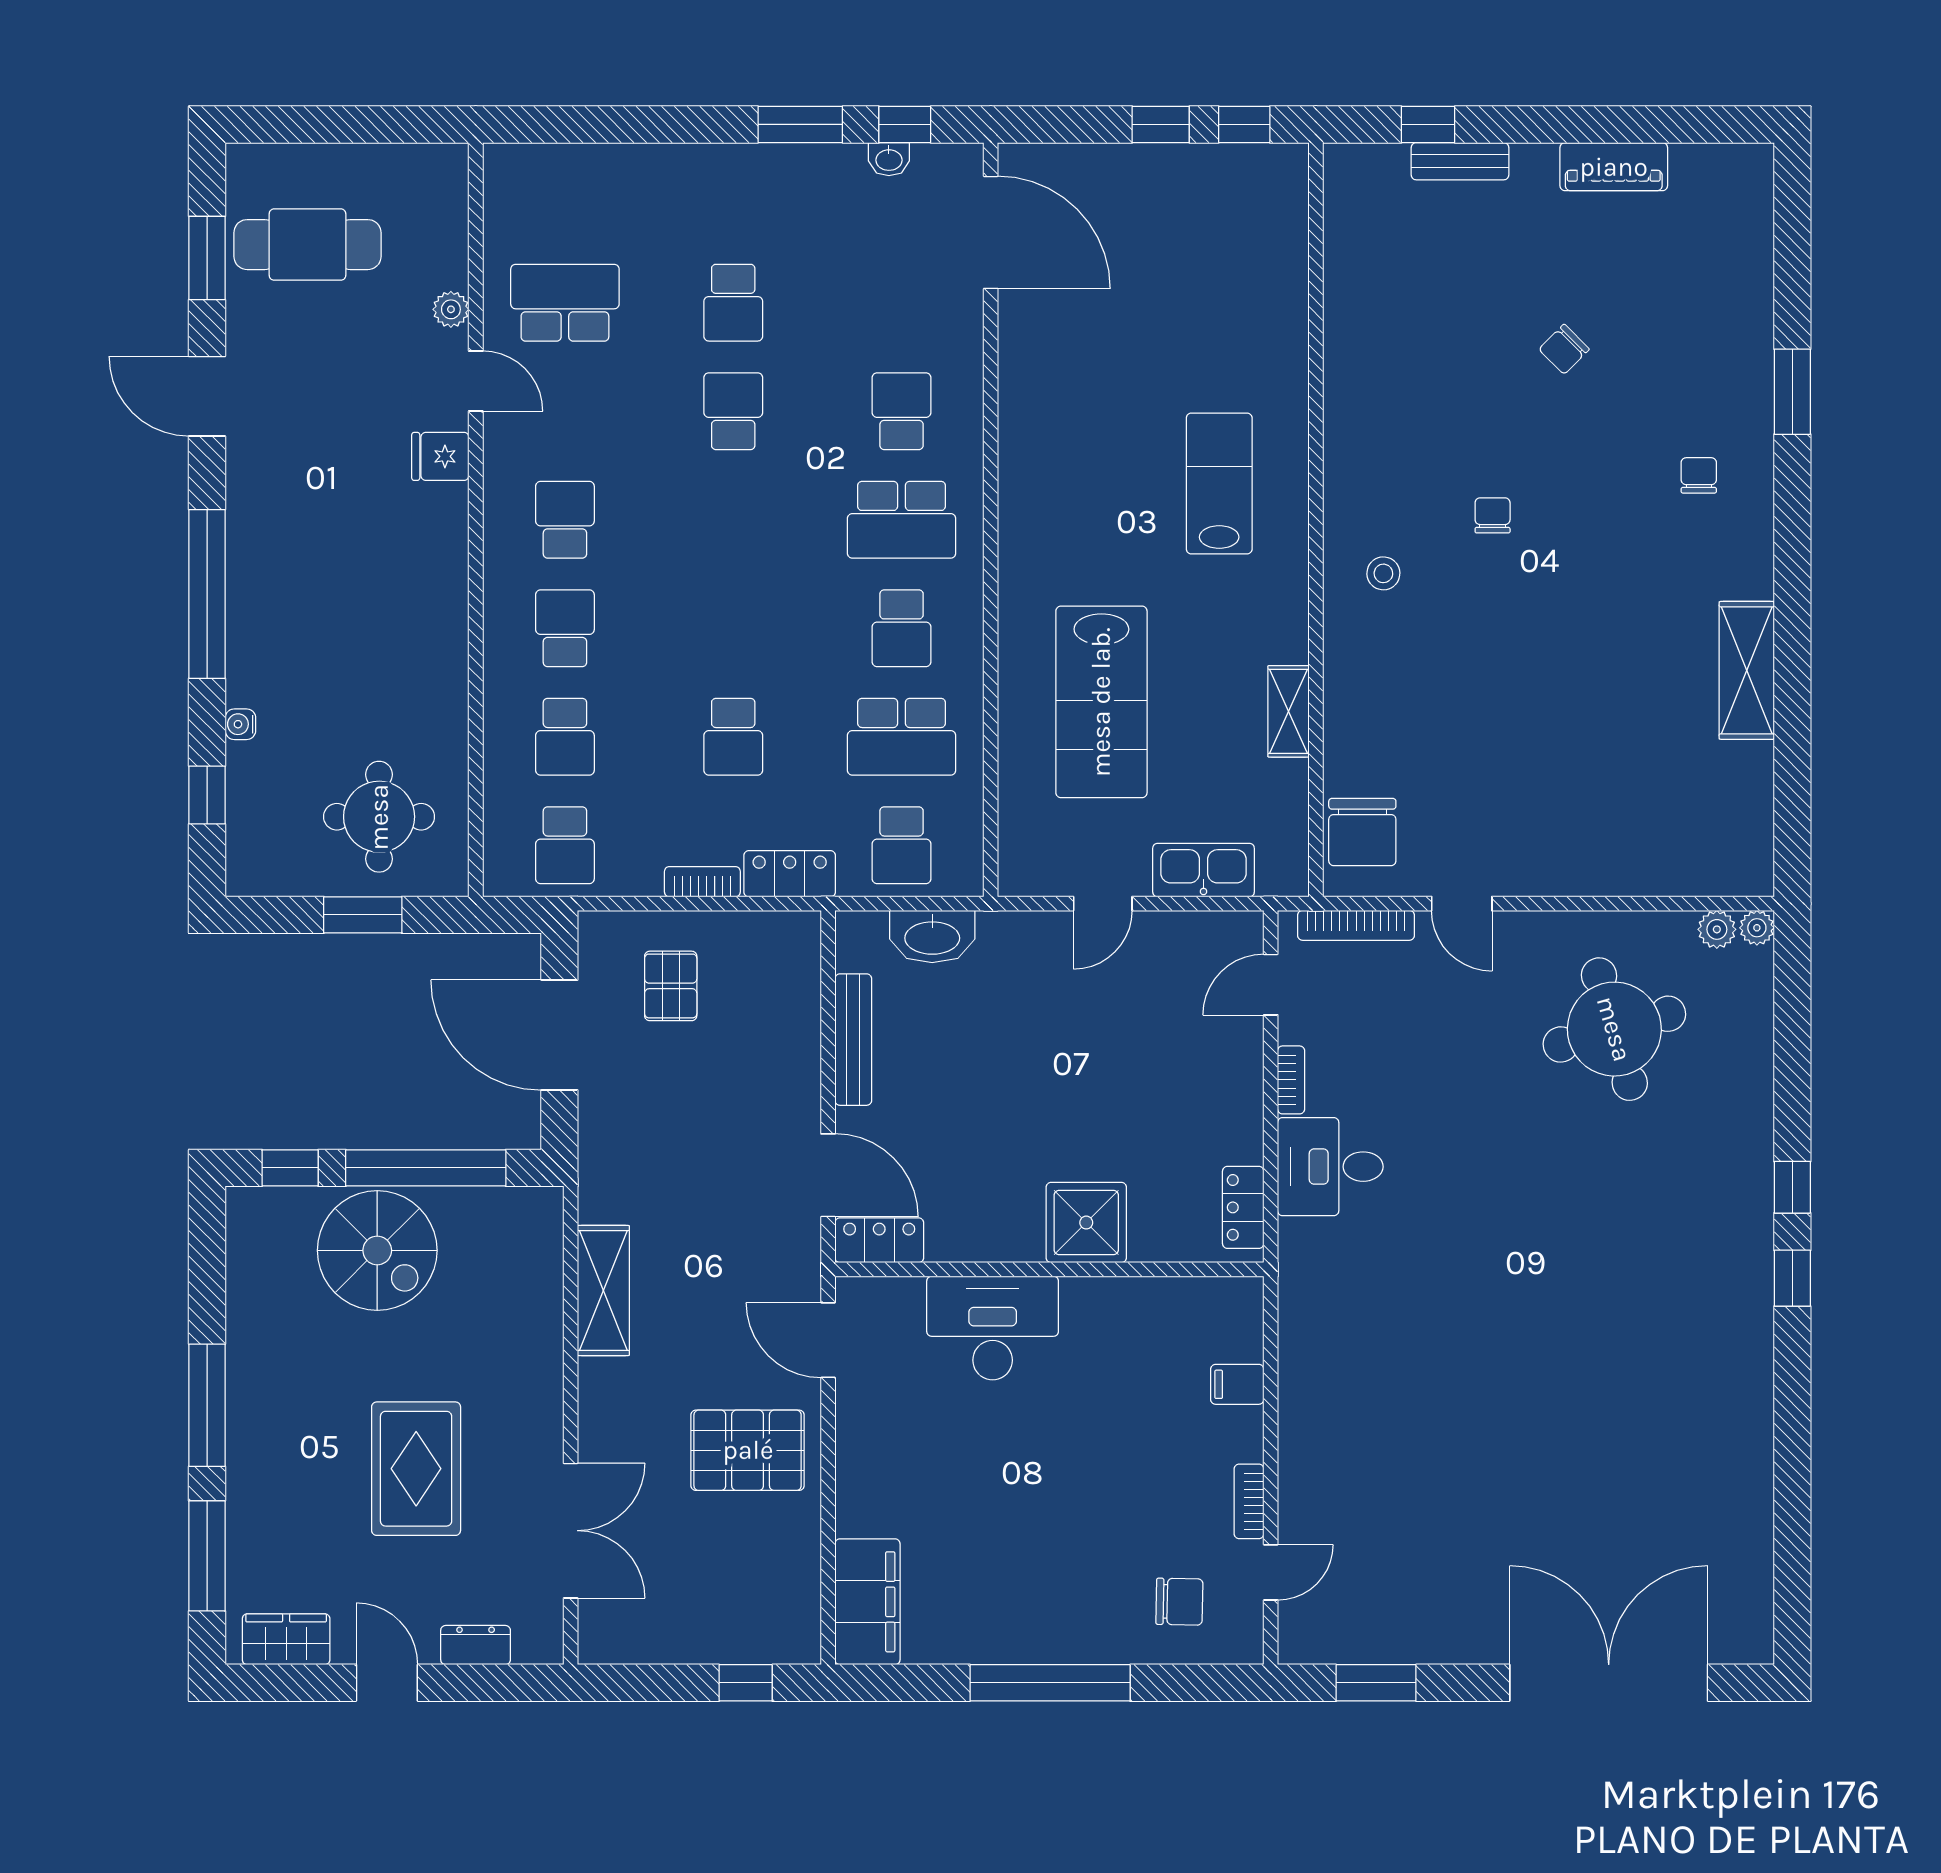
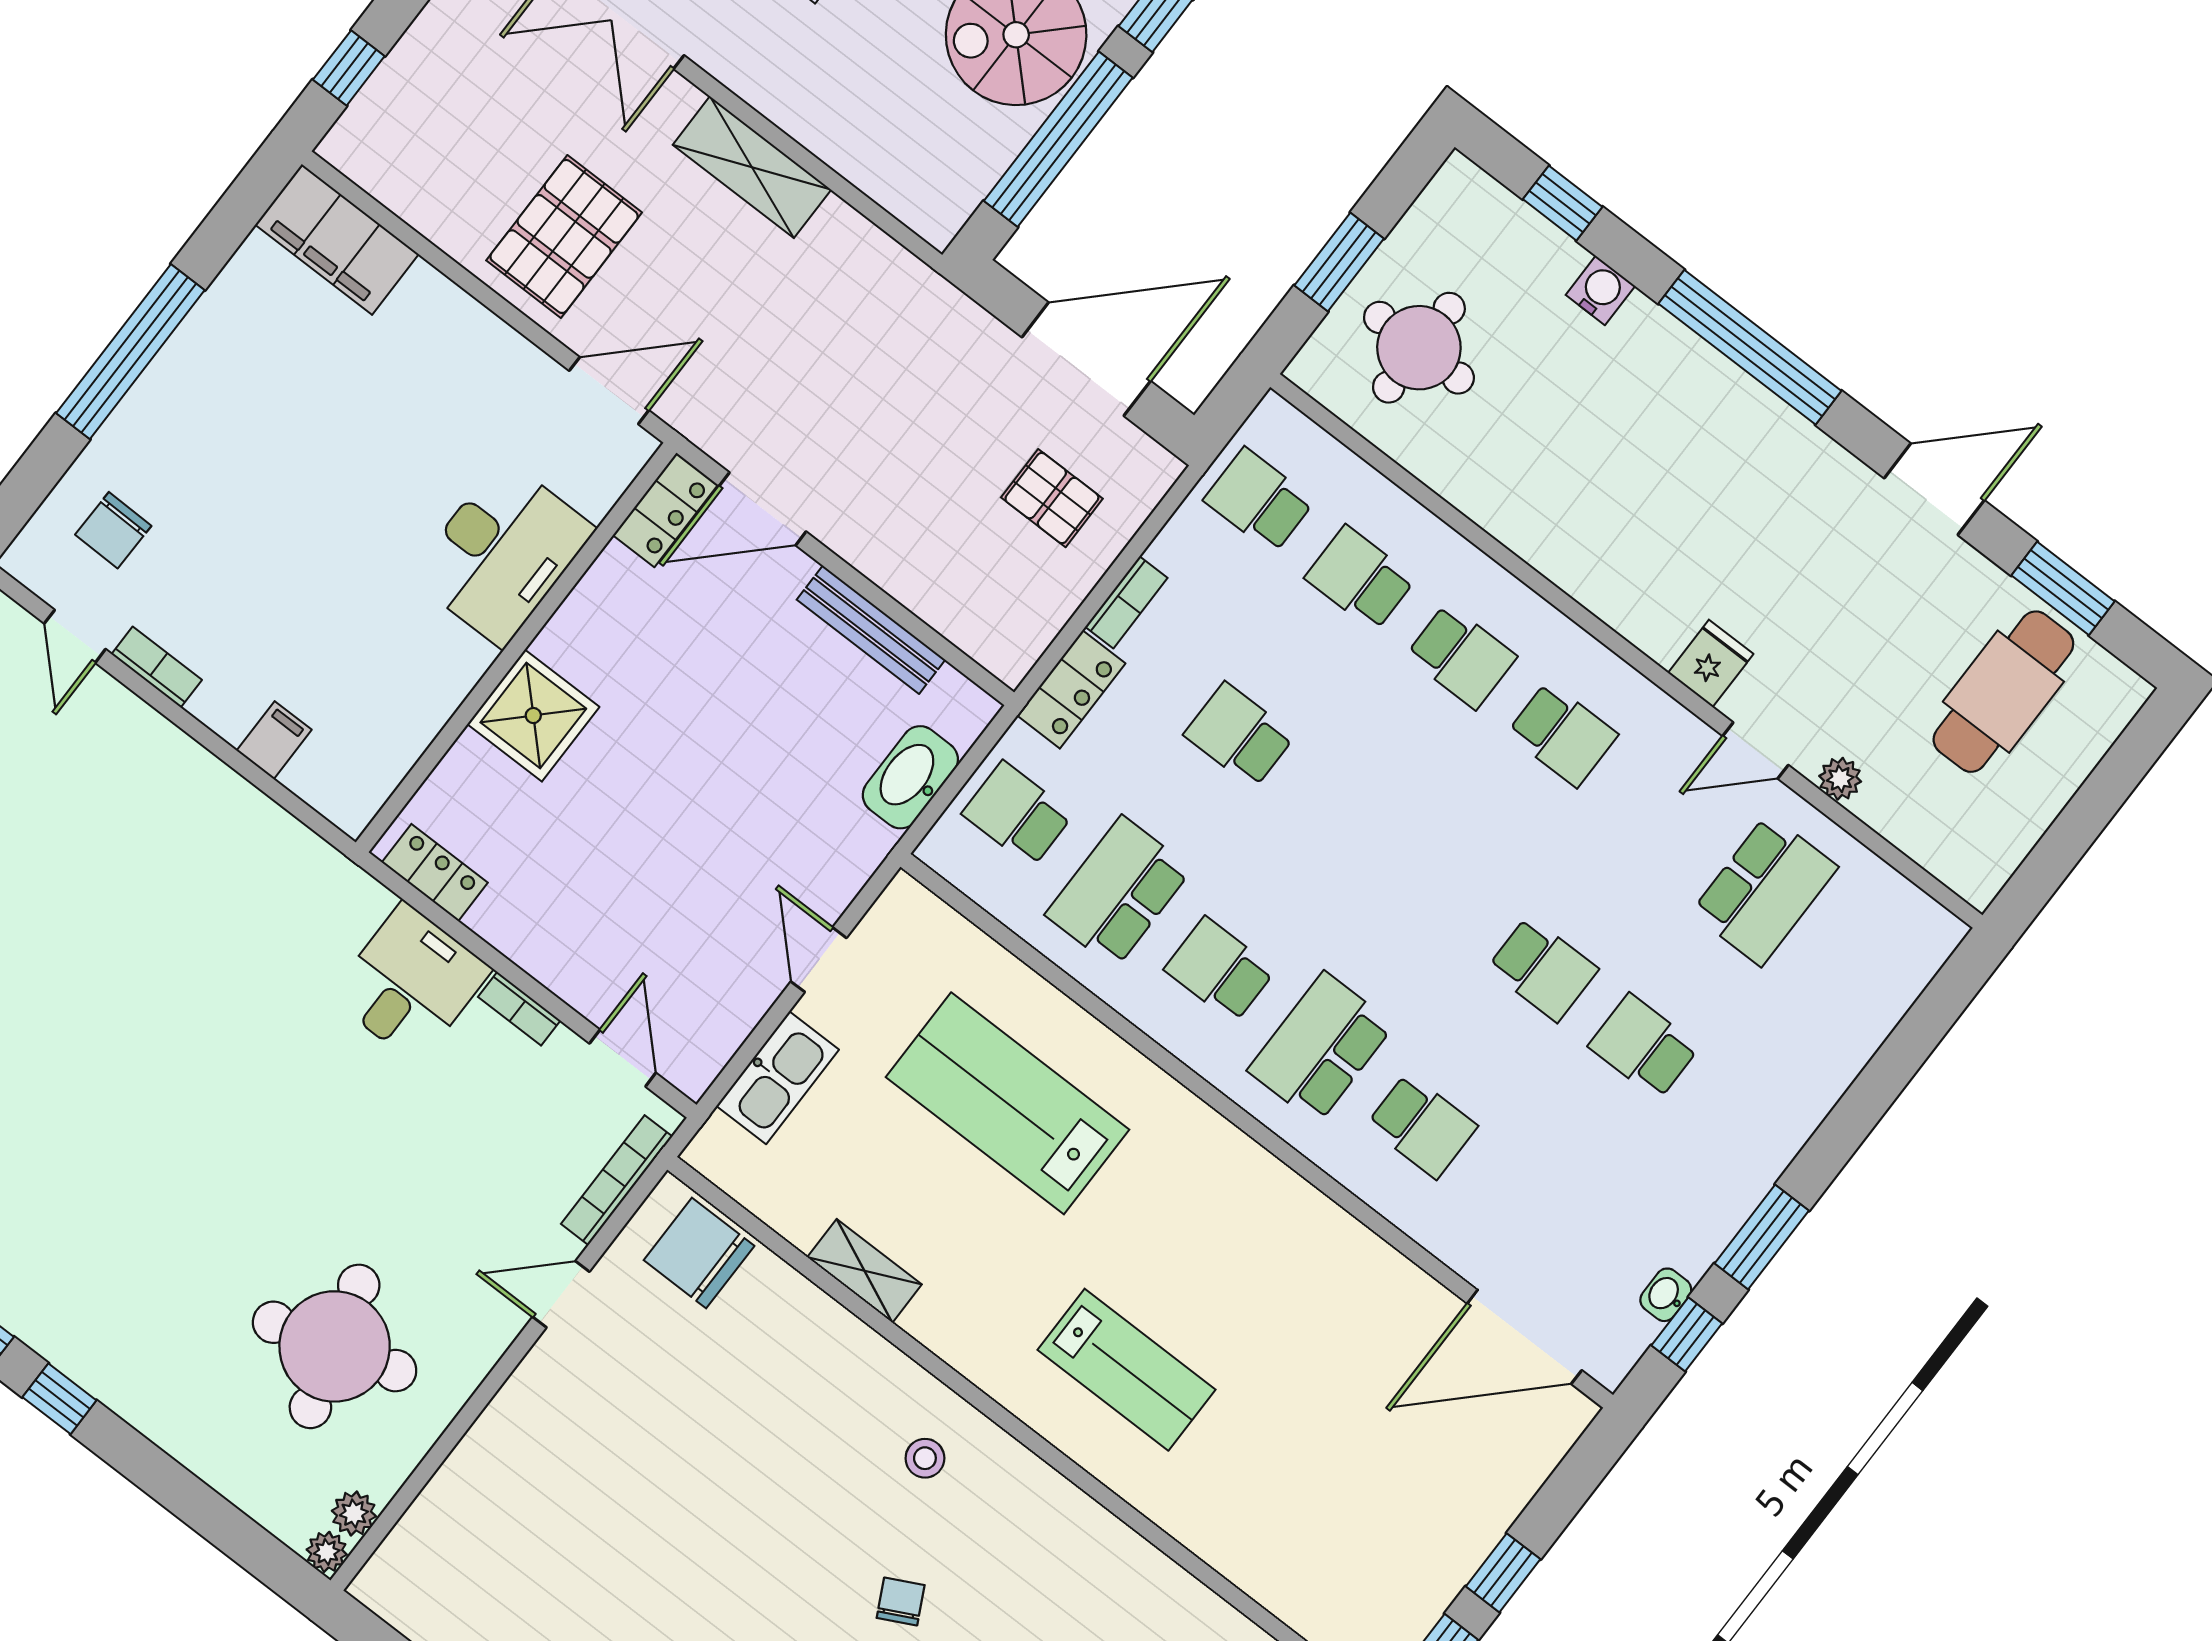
chair: (1493, 515) -> (901, 1601), turned -117
water cooler: (240, 724) -> (1600, 290), width x1.38, depth x1.38
shelving: (603, 1291) -> (752, 167), moved

